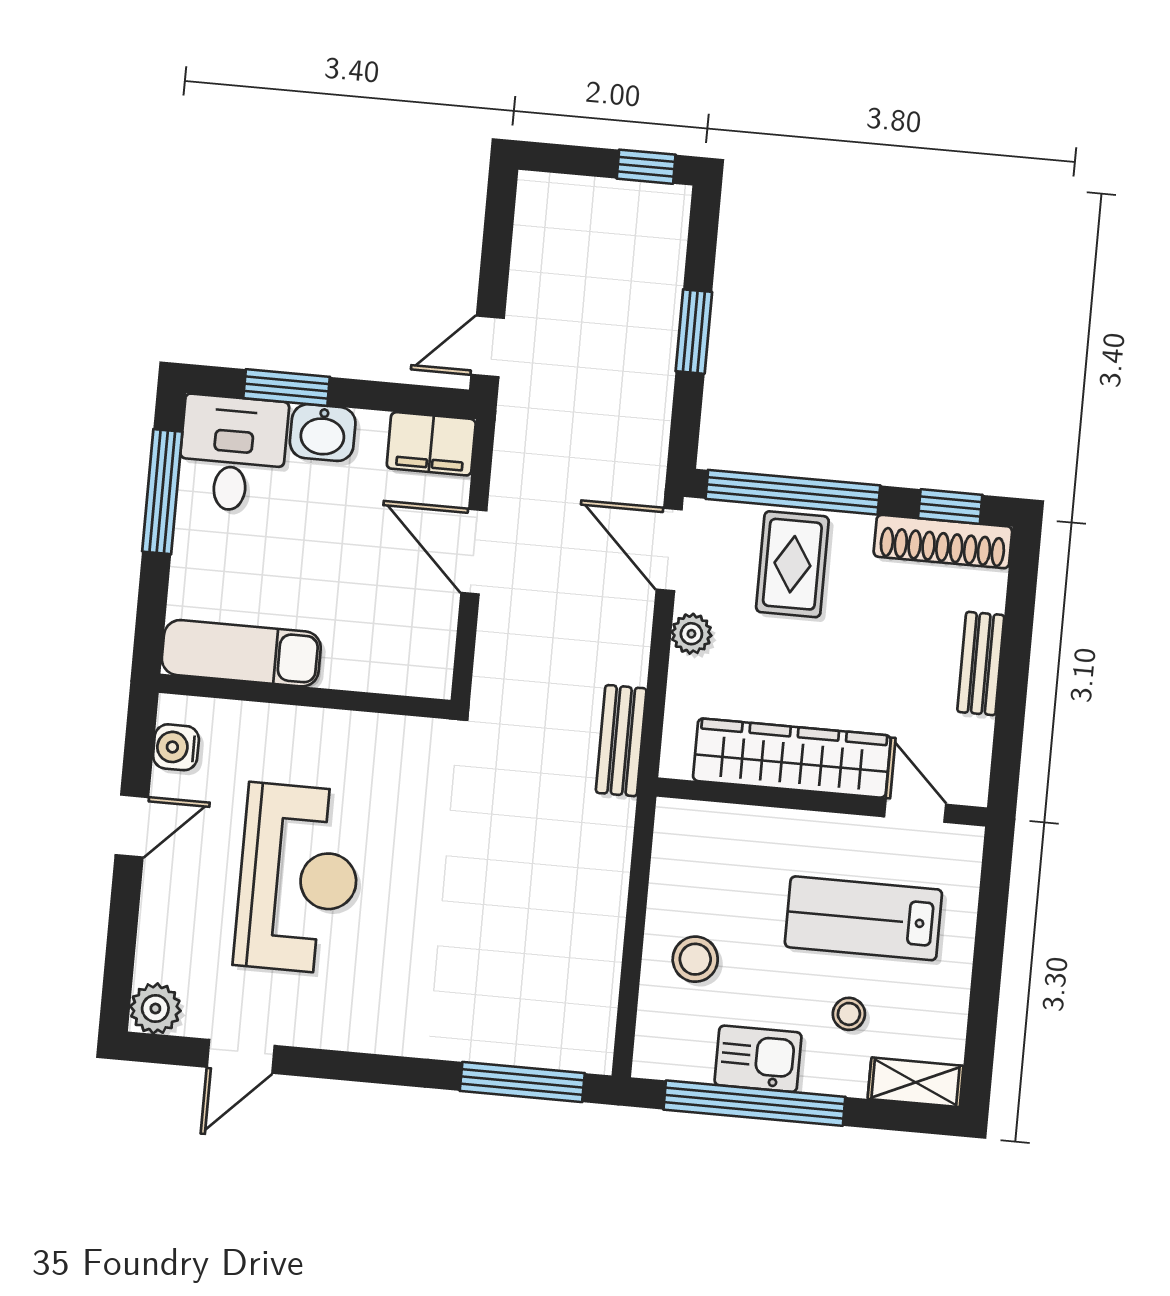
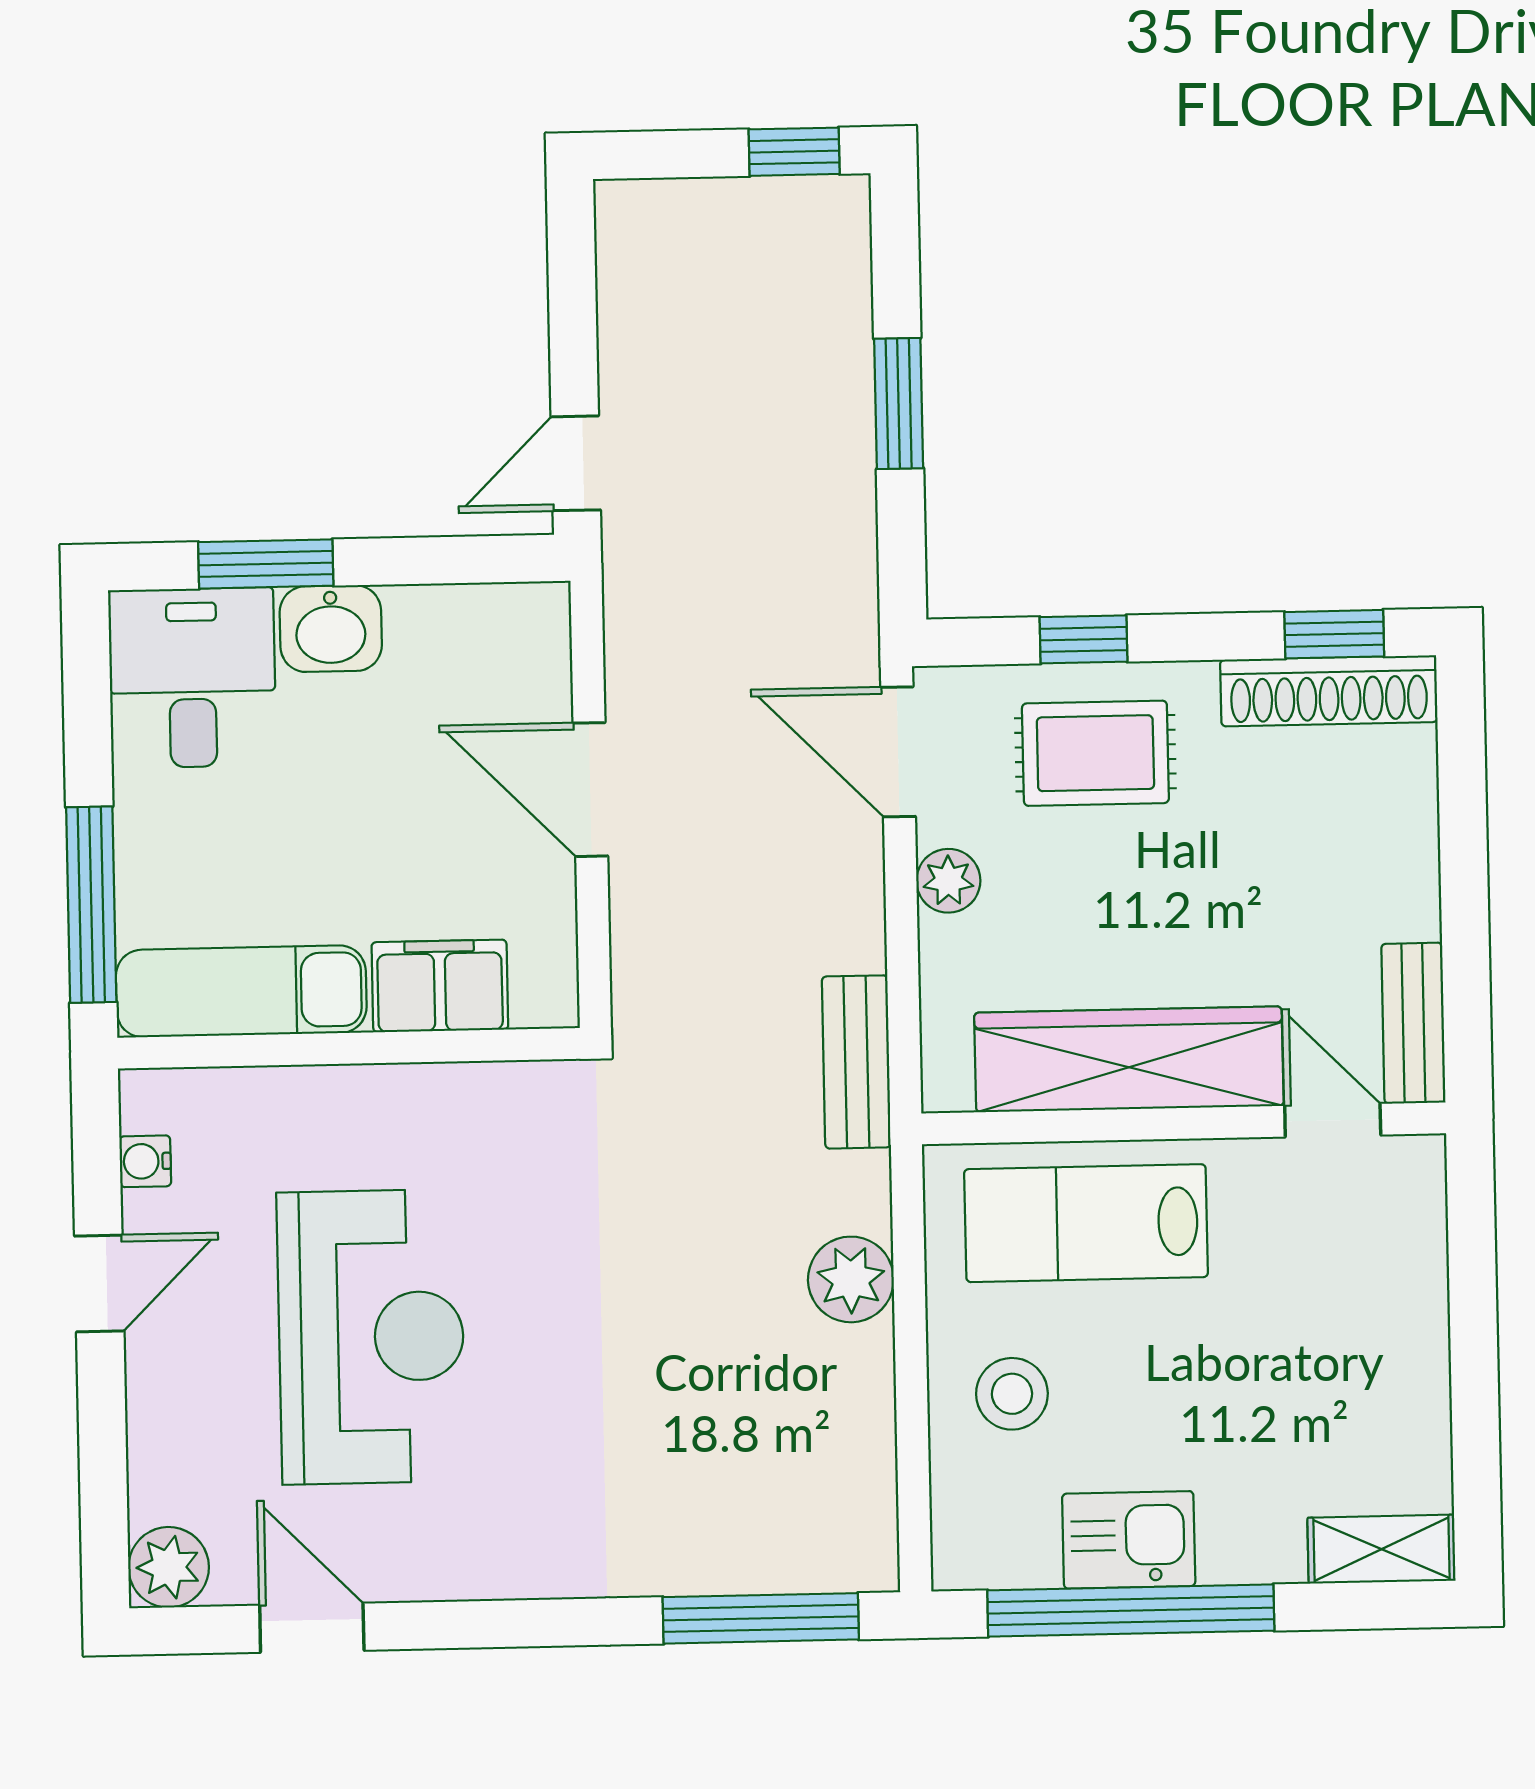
filing cabinet: (431, 444) -> (440, 986), moved, turned 180
window: (162, 492) -> (91, 905), moved
window: (793, 492) -> (1083, 639), width x0.32
rug: (792, 564) -> (1095, 753), turned 90
bench: (981, 664) -> (1413, 1023), moved
water cooler: (176, 747) -> (145, 1161), width x0.72, depth x0.72
plant: (602, 876) -> (851, 1279), added
lab bench: (863, 918) -> (1086, 1223), moved
stool: (849, 1014) -> (1264, 1453), removed
door: (241, 1056) -> (312, 1628), swing flipped

